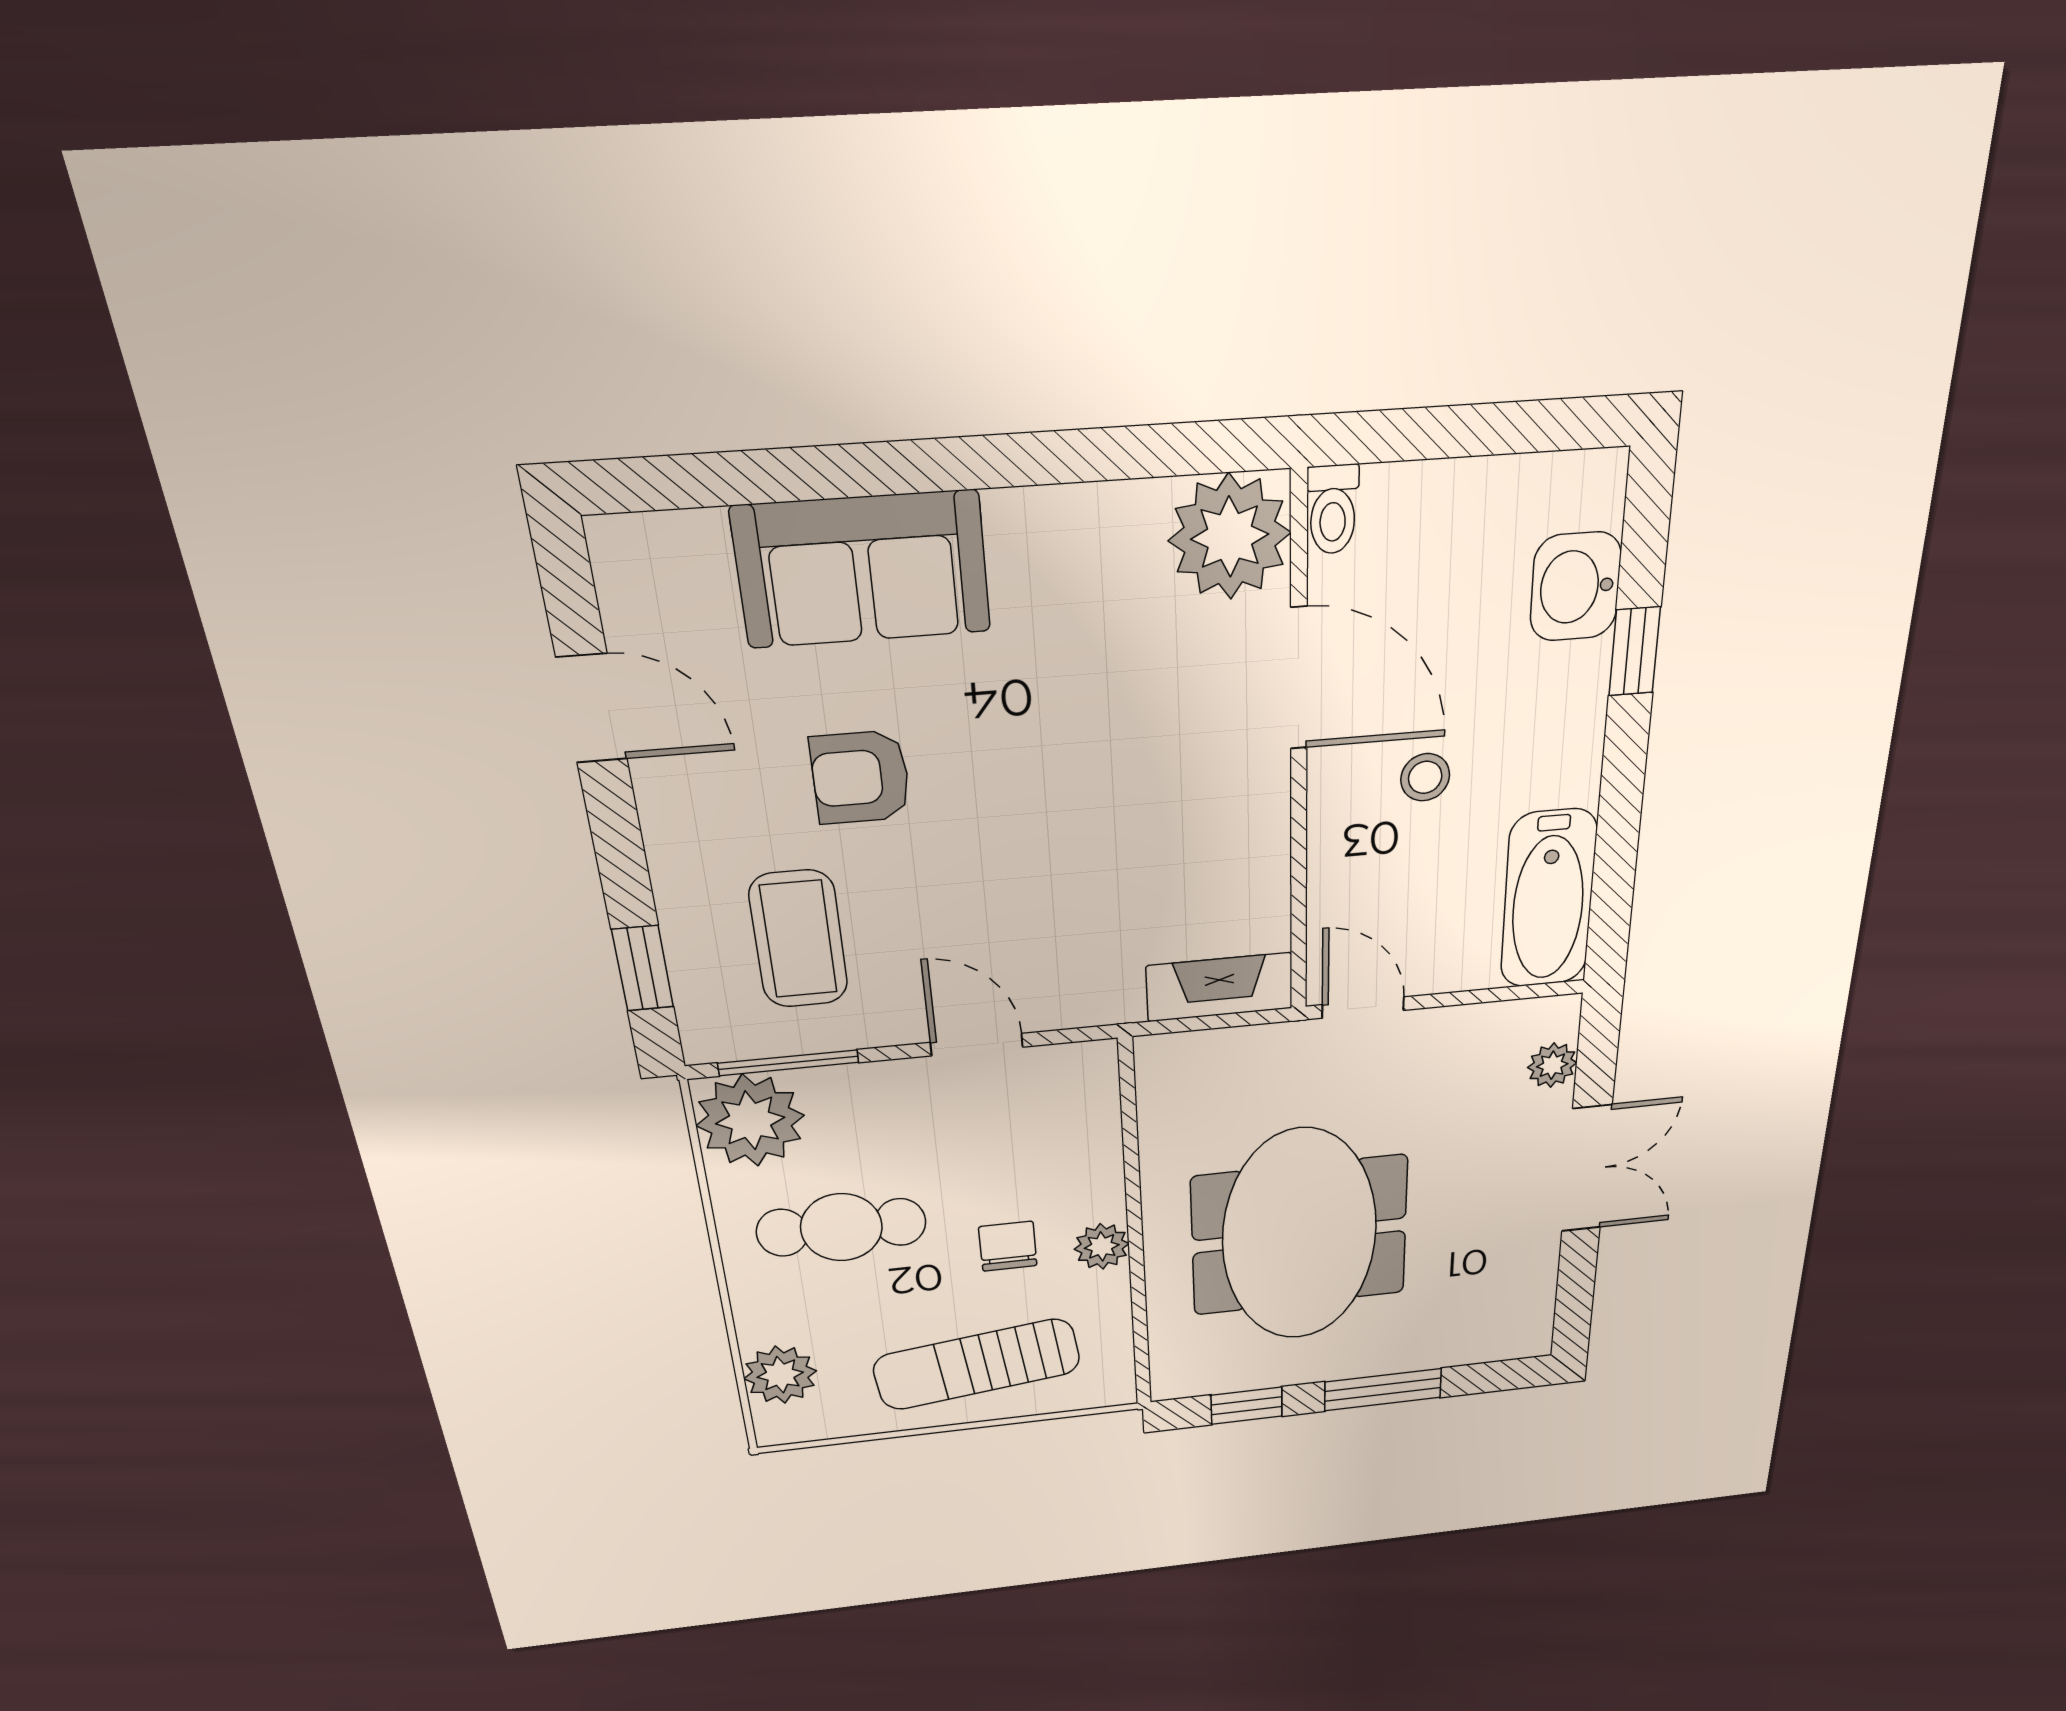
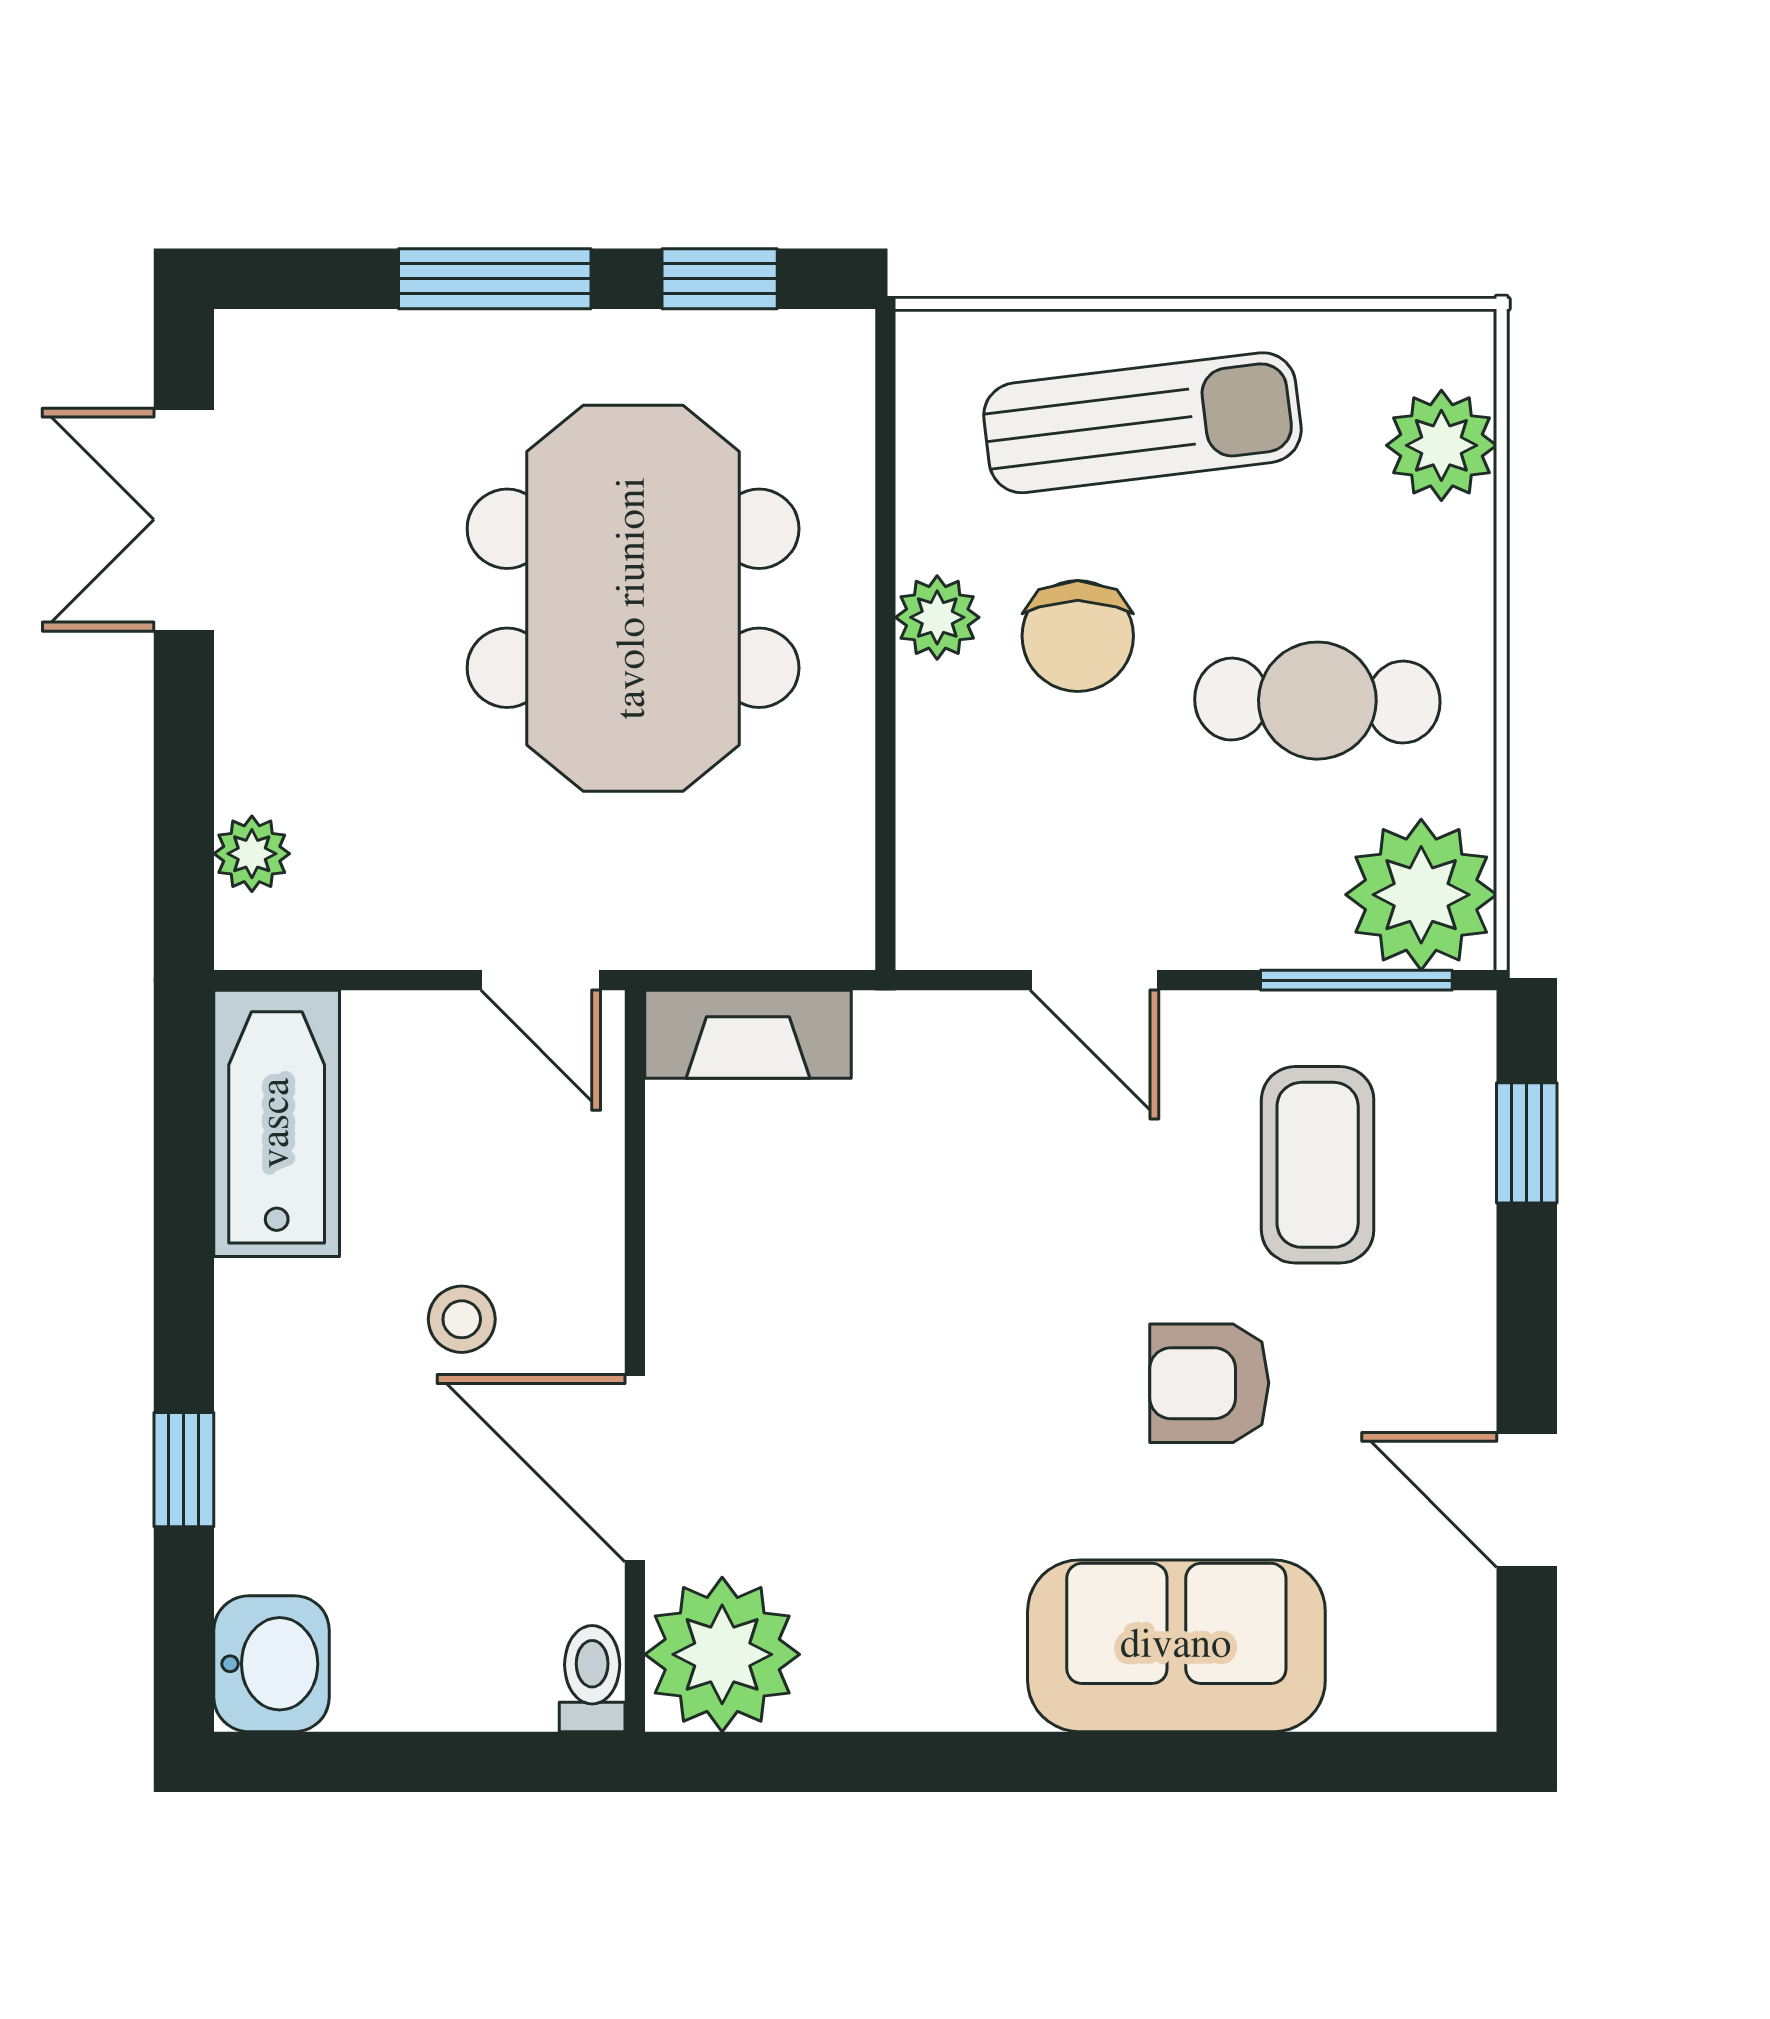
washbasin: (1575, 587) -> (272, 1664), moved
armchair: (861, 777) -> (1209, 1383), turned 180
double door: (1587, 1169) -> (184, 520), moved
chair: (1008, 1246) -> (1078, 636), width x1.37, depth x1.37

